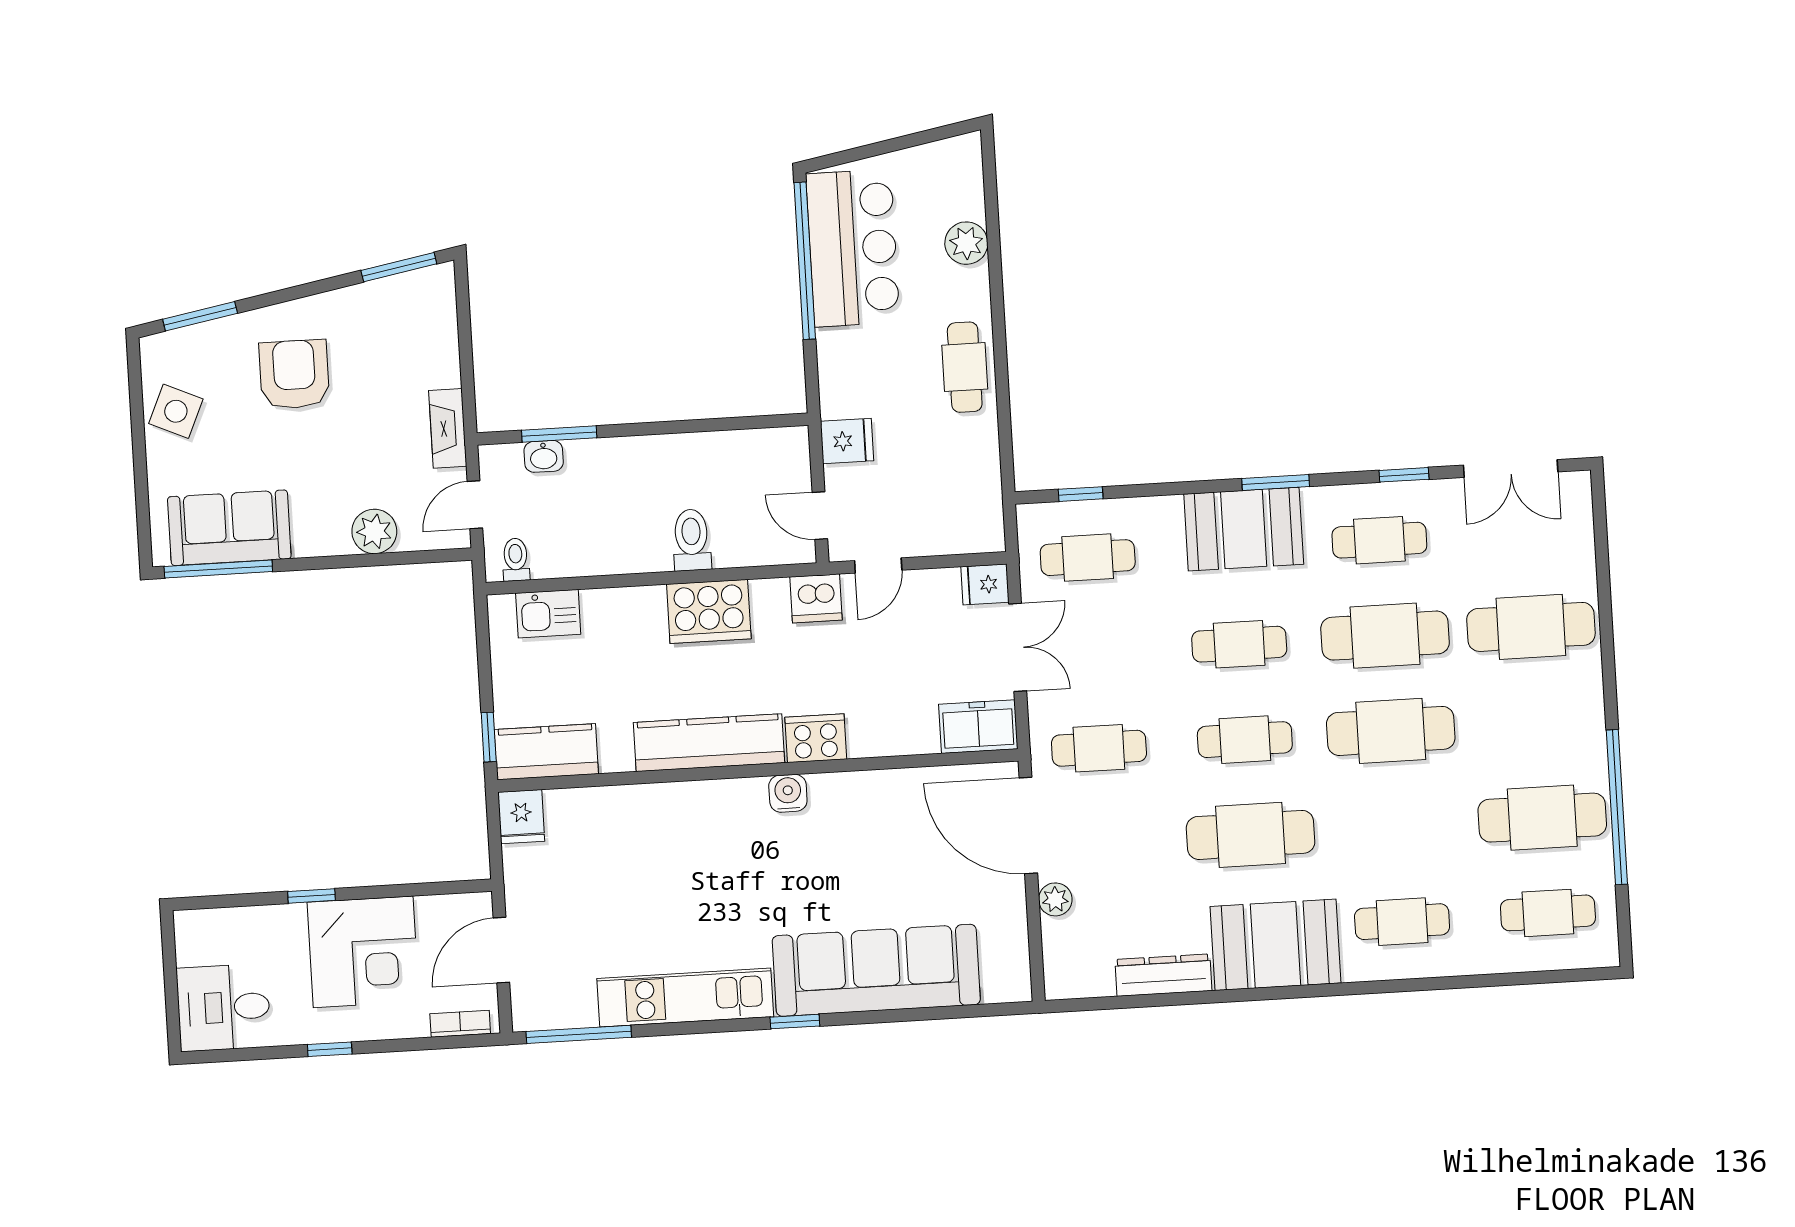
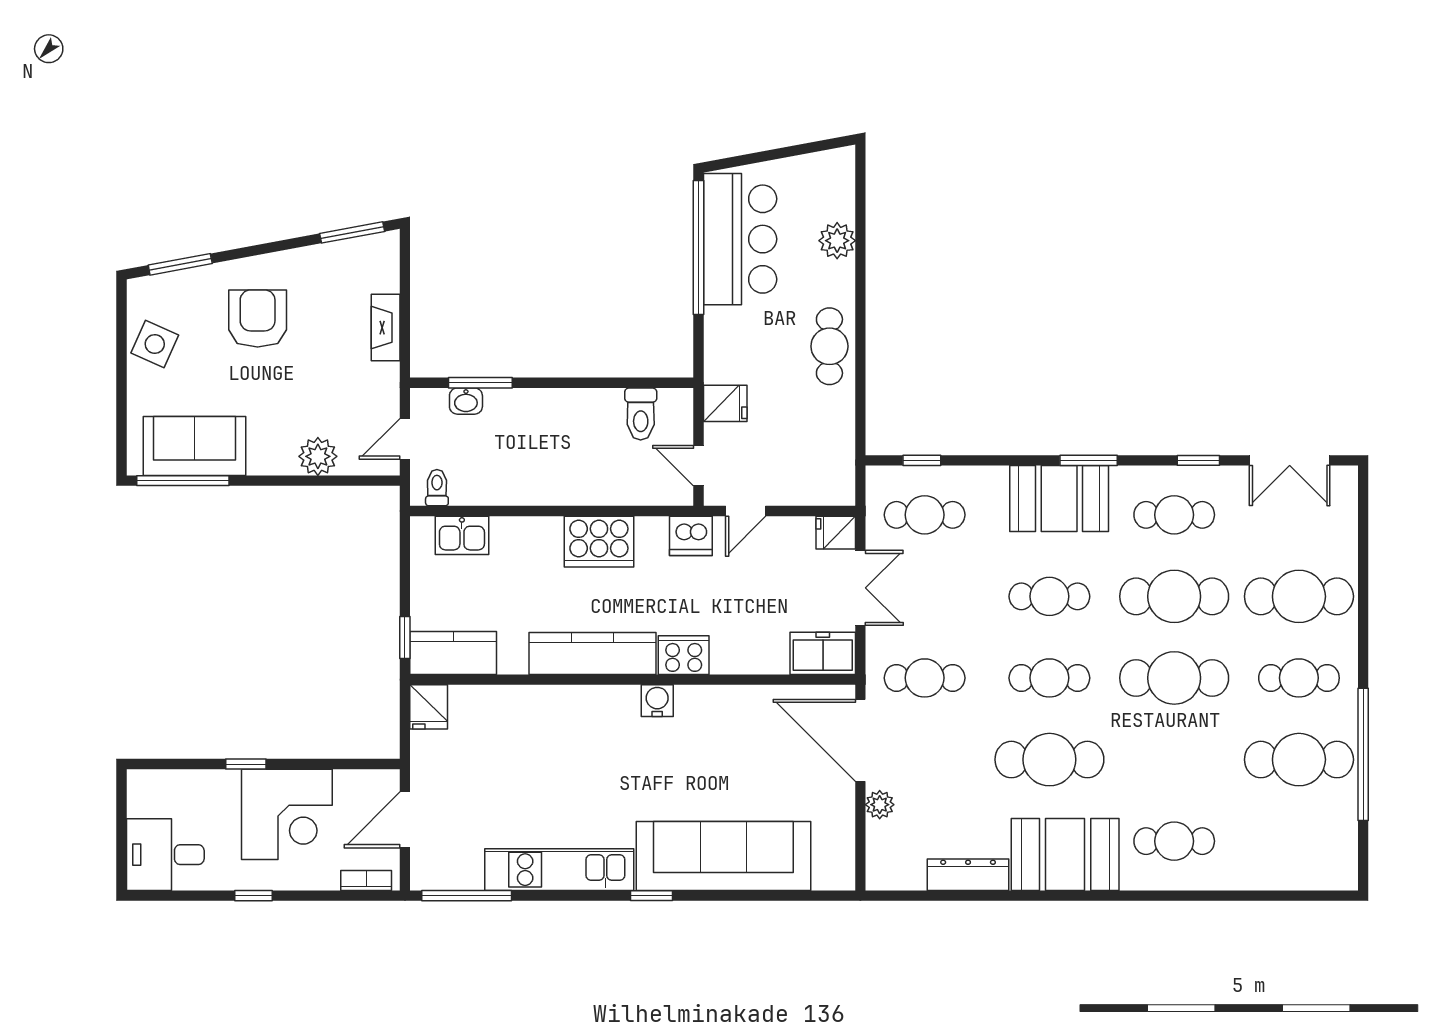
fireplace: (448, 428) -> (386, 328), moved
toilet: (692, 540) -> (641, 414), moved, turned 180
cafe table: (1548, 913) -> (1299, 678), moved

